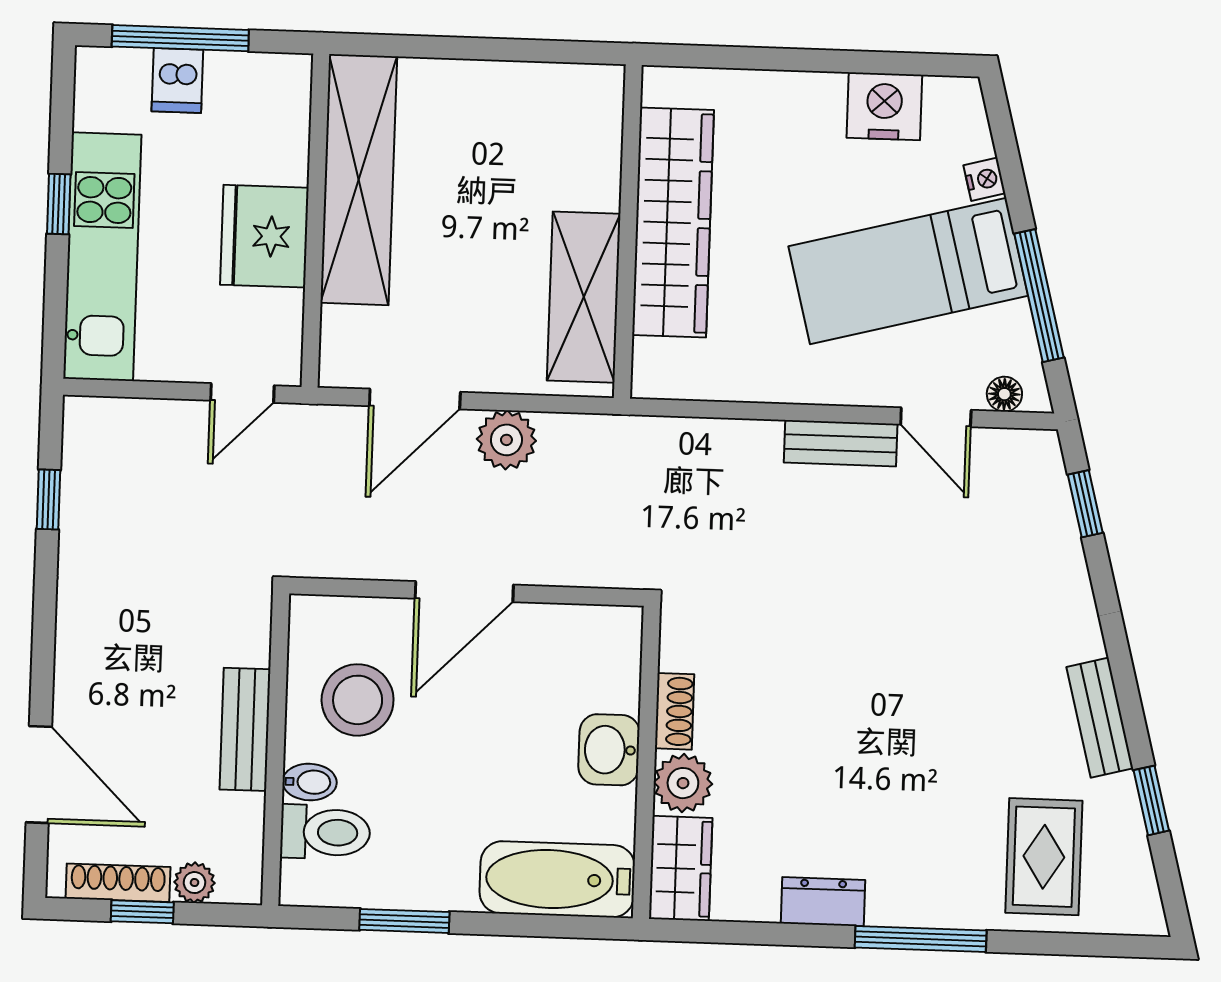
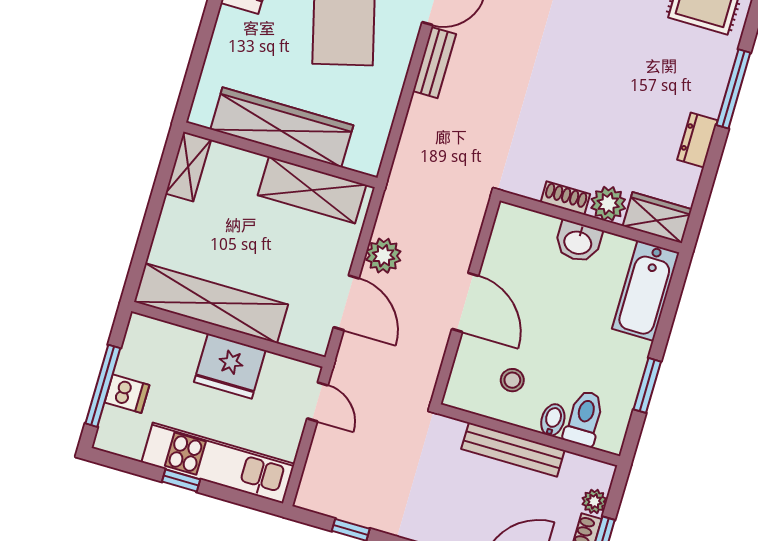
shelving: (571, 87) -> (188, 167), added
stool: (358, 700) -> (512, 380), width x0.53, depth x0.53
bench: (245, 729) -> (513, 450), width x1.36

